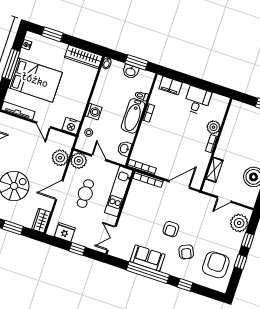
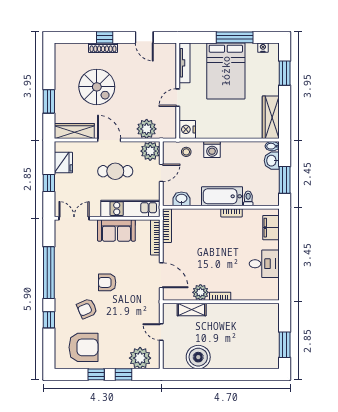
washbasin: (131, 72) -> (272, 161), moved
plant: (213, 127) -> (200, 292), moved
wardrobe: (41, 221) -> (74, 131), width x1.50
sofa: (147, 258) -> (116, 230), moved, turned 90

